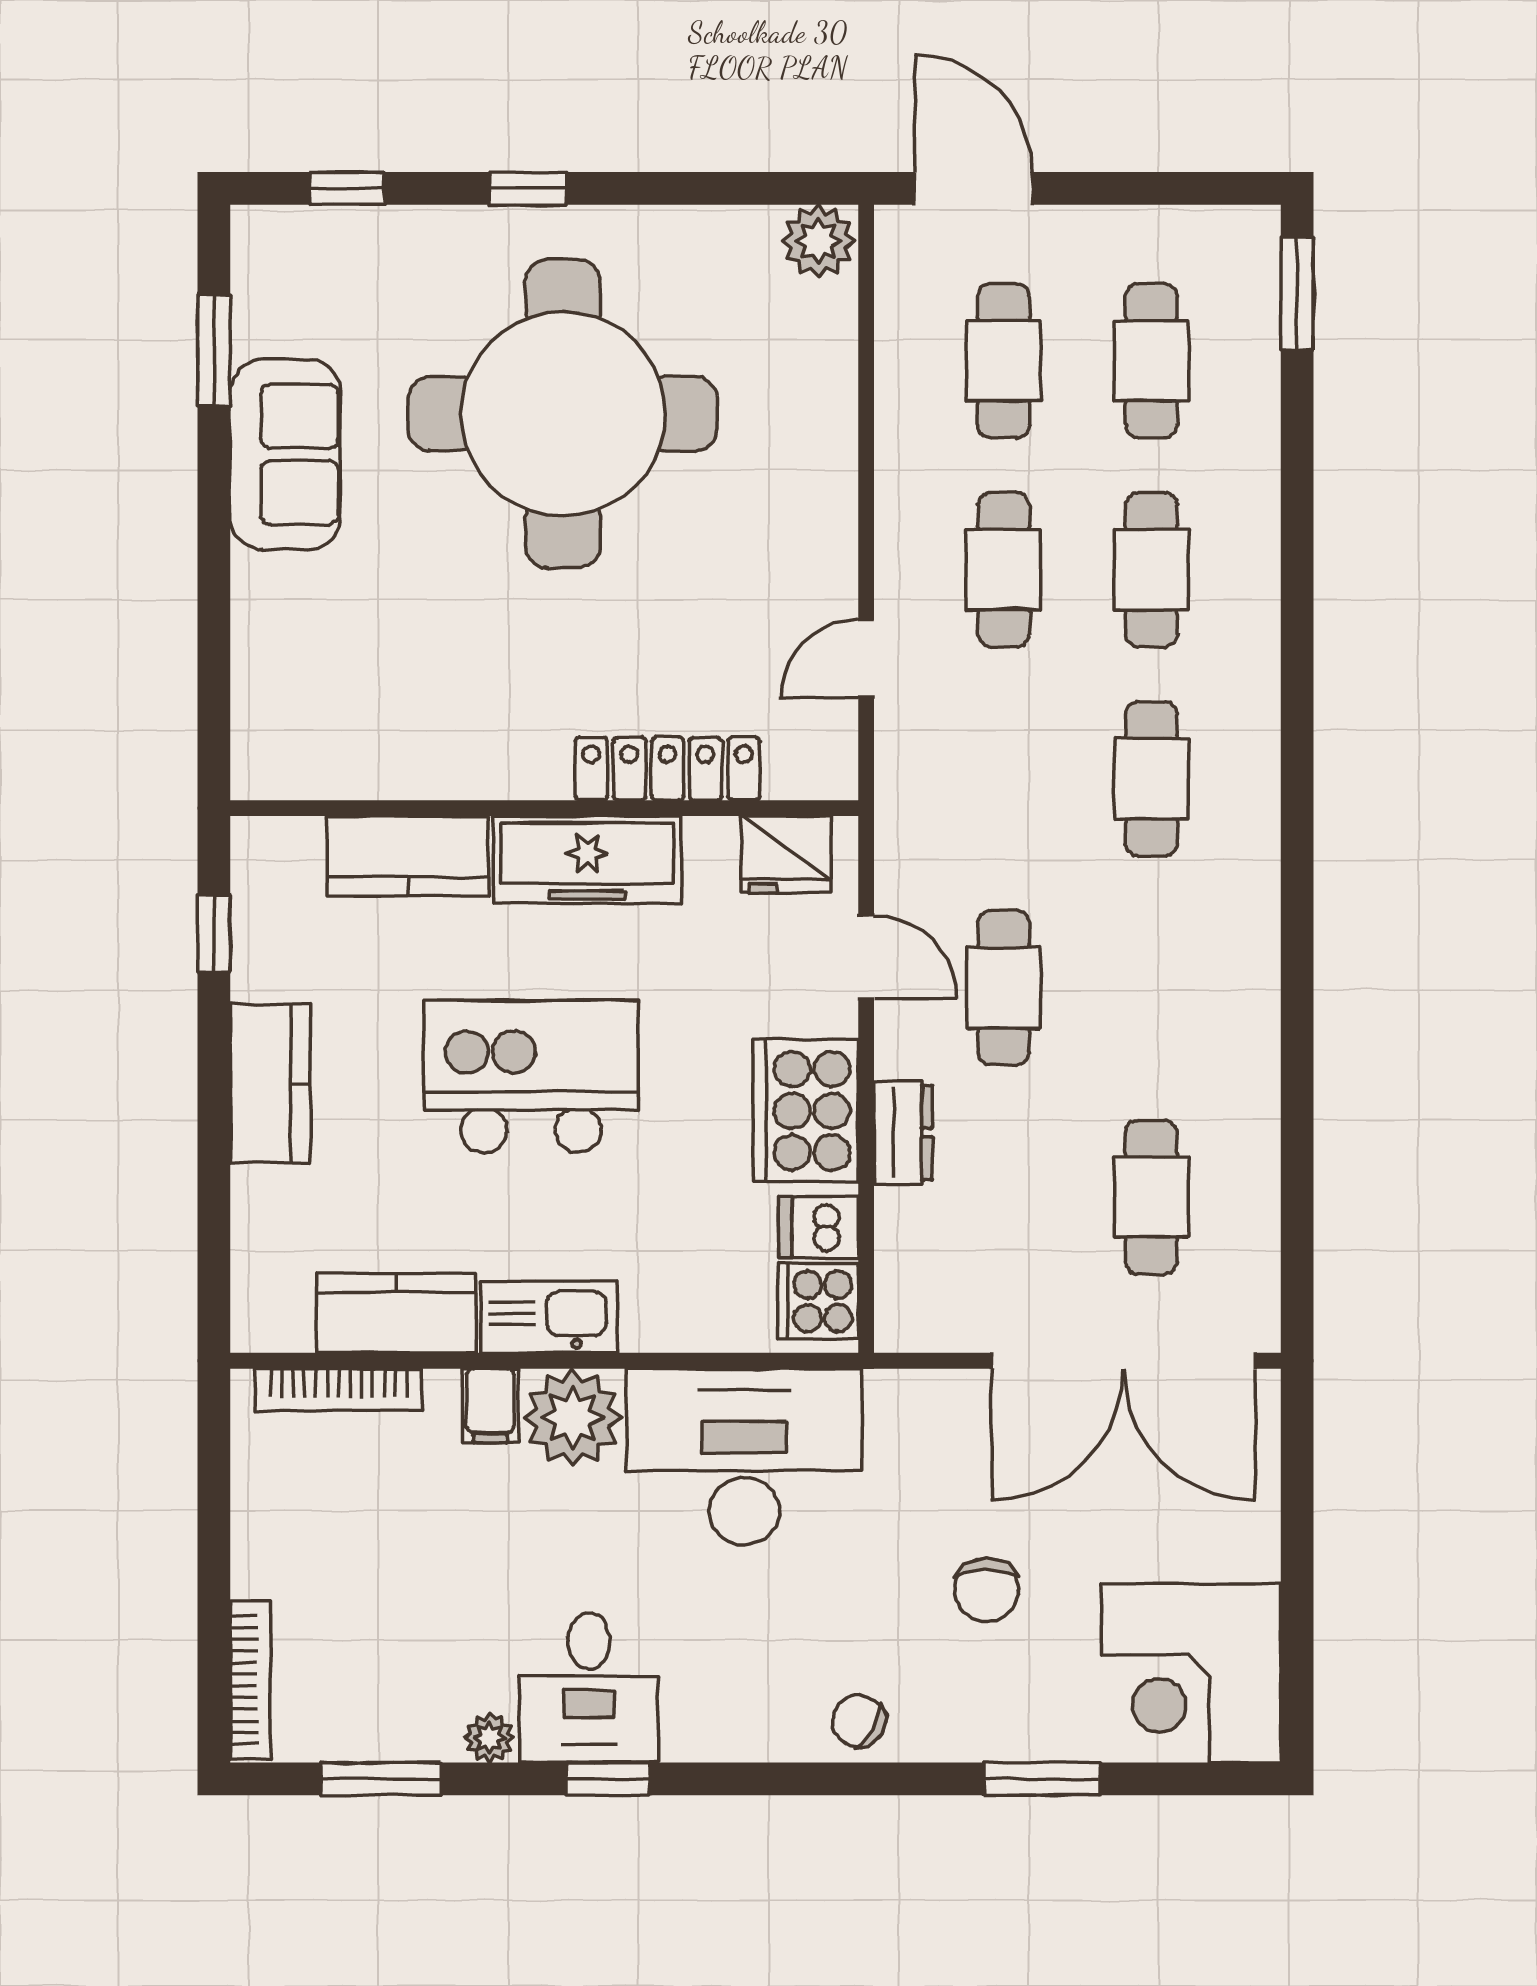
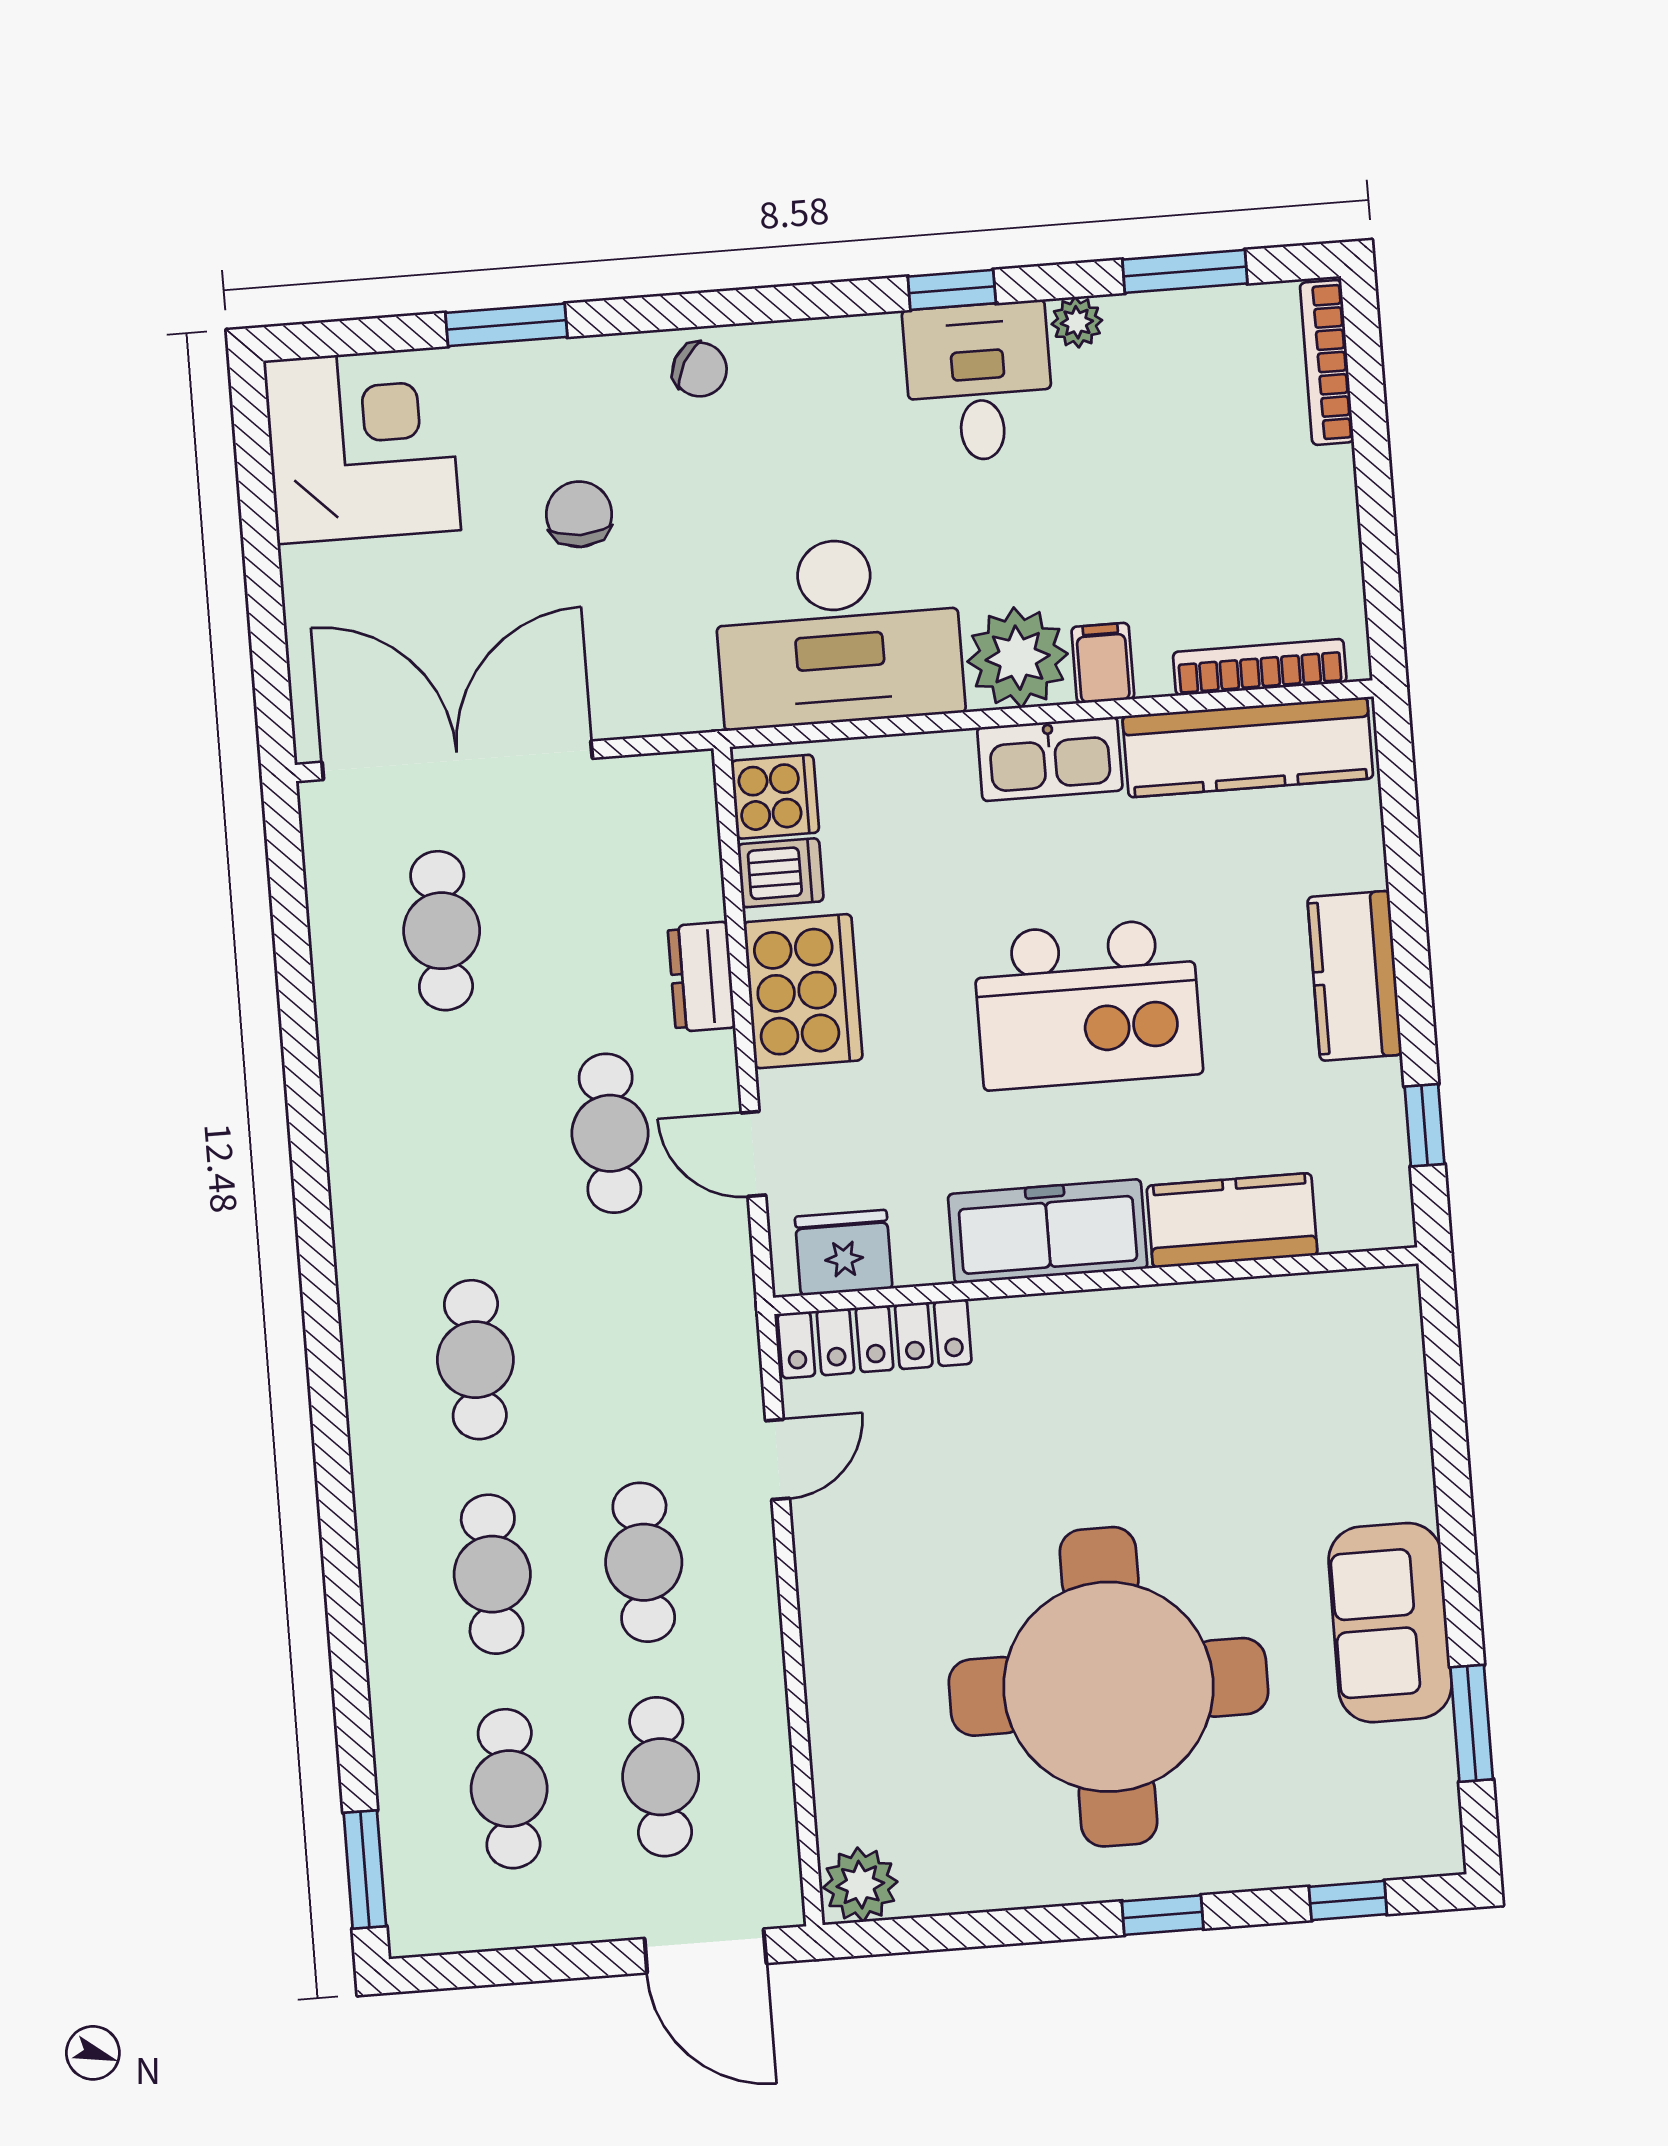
locker: (668, 769) -> (875, 1339), moved
kitchen counter: (396, 1313) -> (1248, 747), width x1.50

